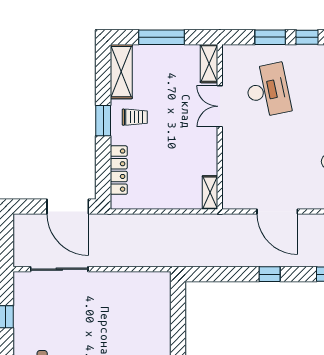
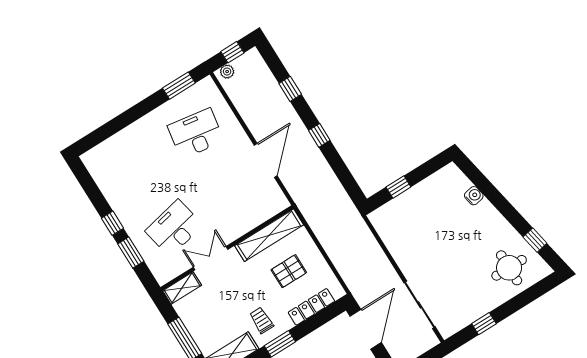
double door: (220, 106) -> (211, 258), swing flipped
pallet: (164, 170) -> (289, 271), added
shelving: (210, 193) -> (269, 235), width x2.20, depth x1.33
window: (178, 317) -> (398, 187), added

